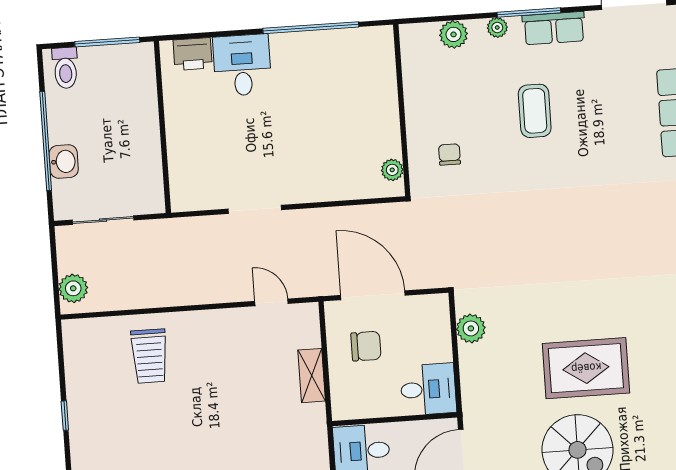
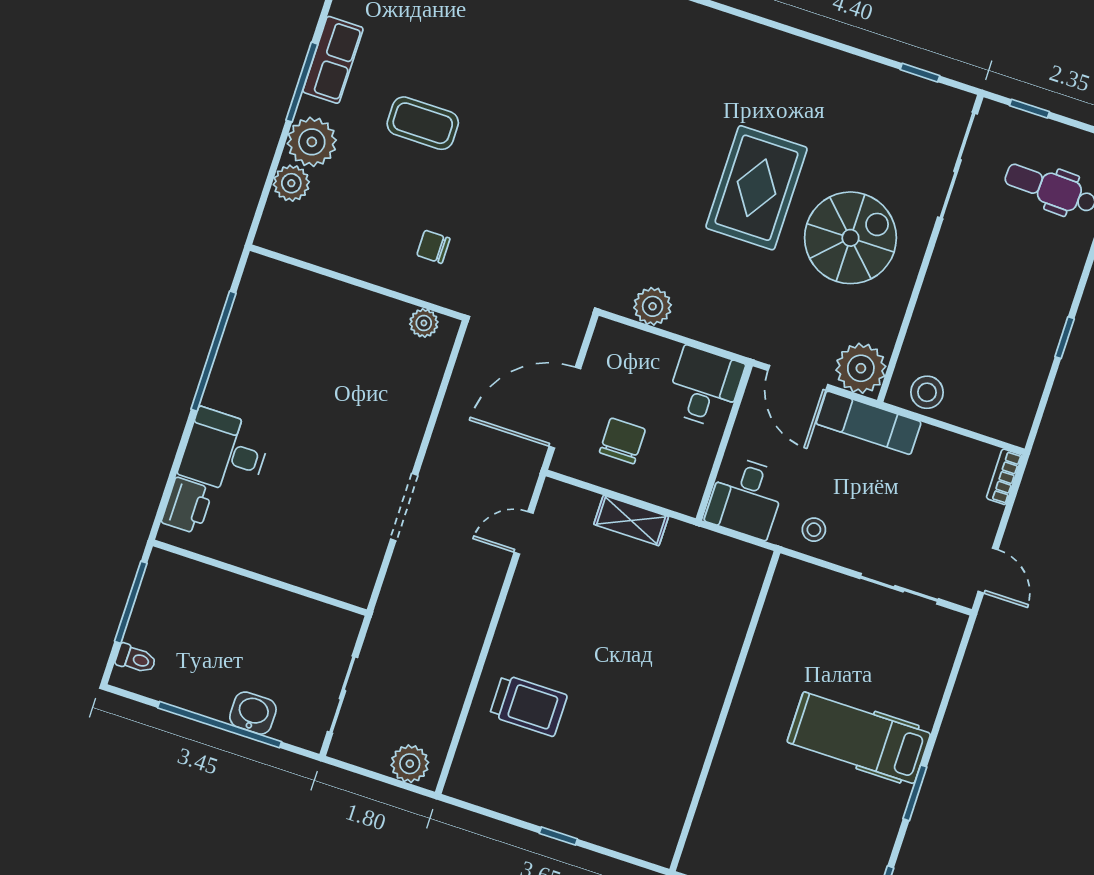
plant: (497, 27) -> (312, 142), width x1.87, depth x1.87
toilet: (65, 68) -> (136, 659), width x0.73, depth x0.72

